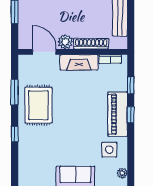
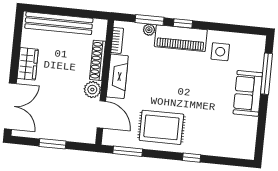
door: (44, 52) -> (101, 114), swing flipped
window: (131, 85) -> (149, 20), width x1.50
window: (15, 92) -> (128, 151), moved
plant: (122, 173) -> (149, 30), moved

